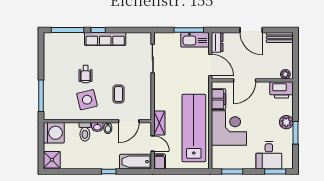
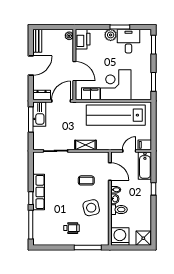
wheelchair: (86, 74) -> (71, 228), moved
shelving: (159, 123) -> (85, 145), moved
desk: (269, 155) -> (128, 41), moved, turned -90

